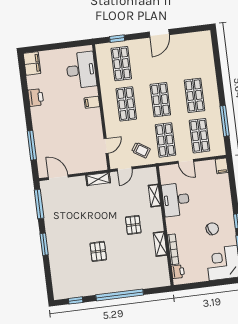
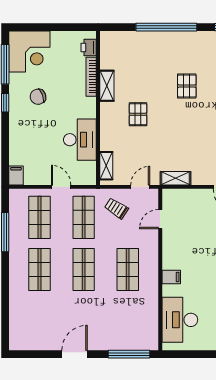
window: (117, 39) -> (129, 354), width x2.17
shop shelf: (121, 64) -> (128, 322), removed
shelving: (155, 196) -> (106, 166), moved

